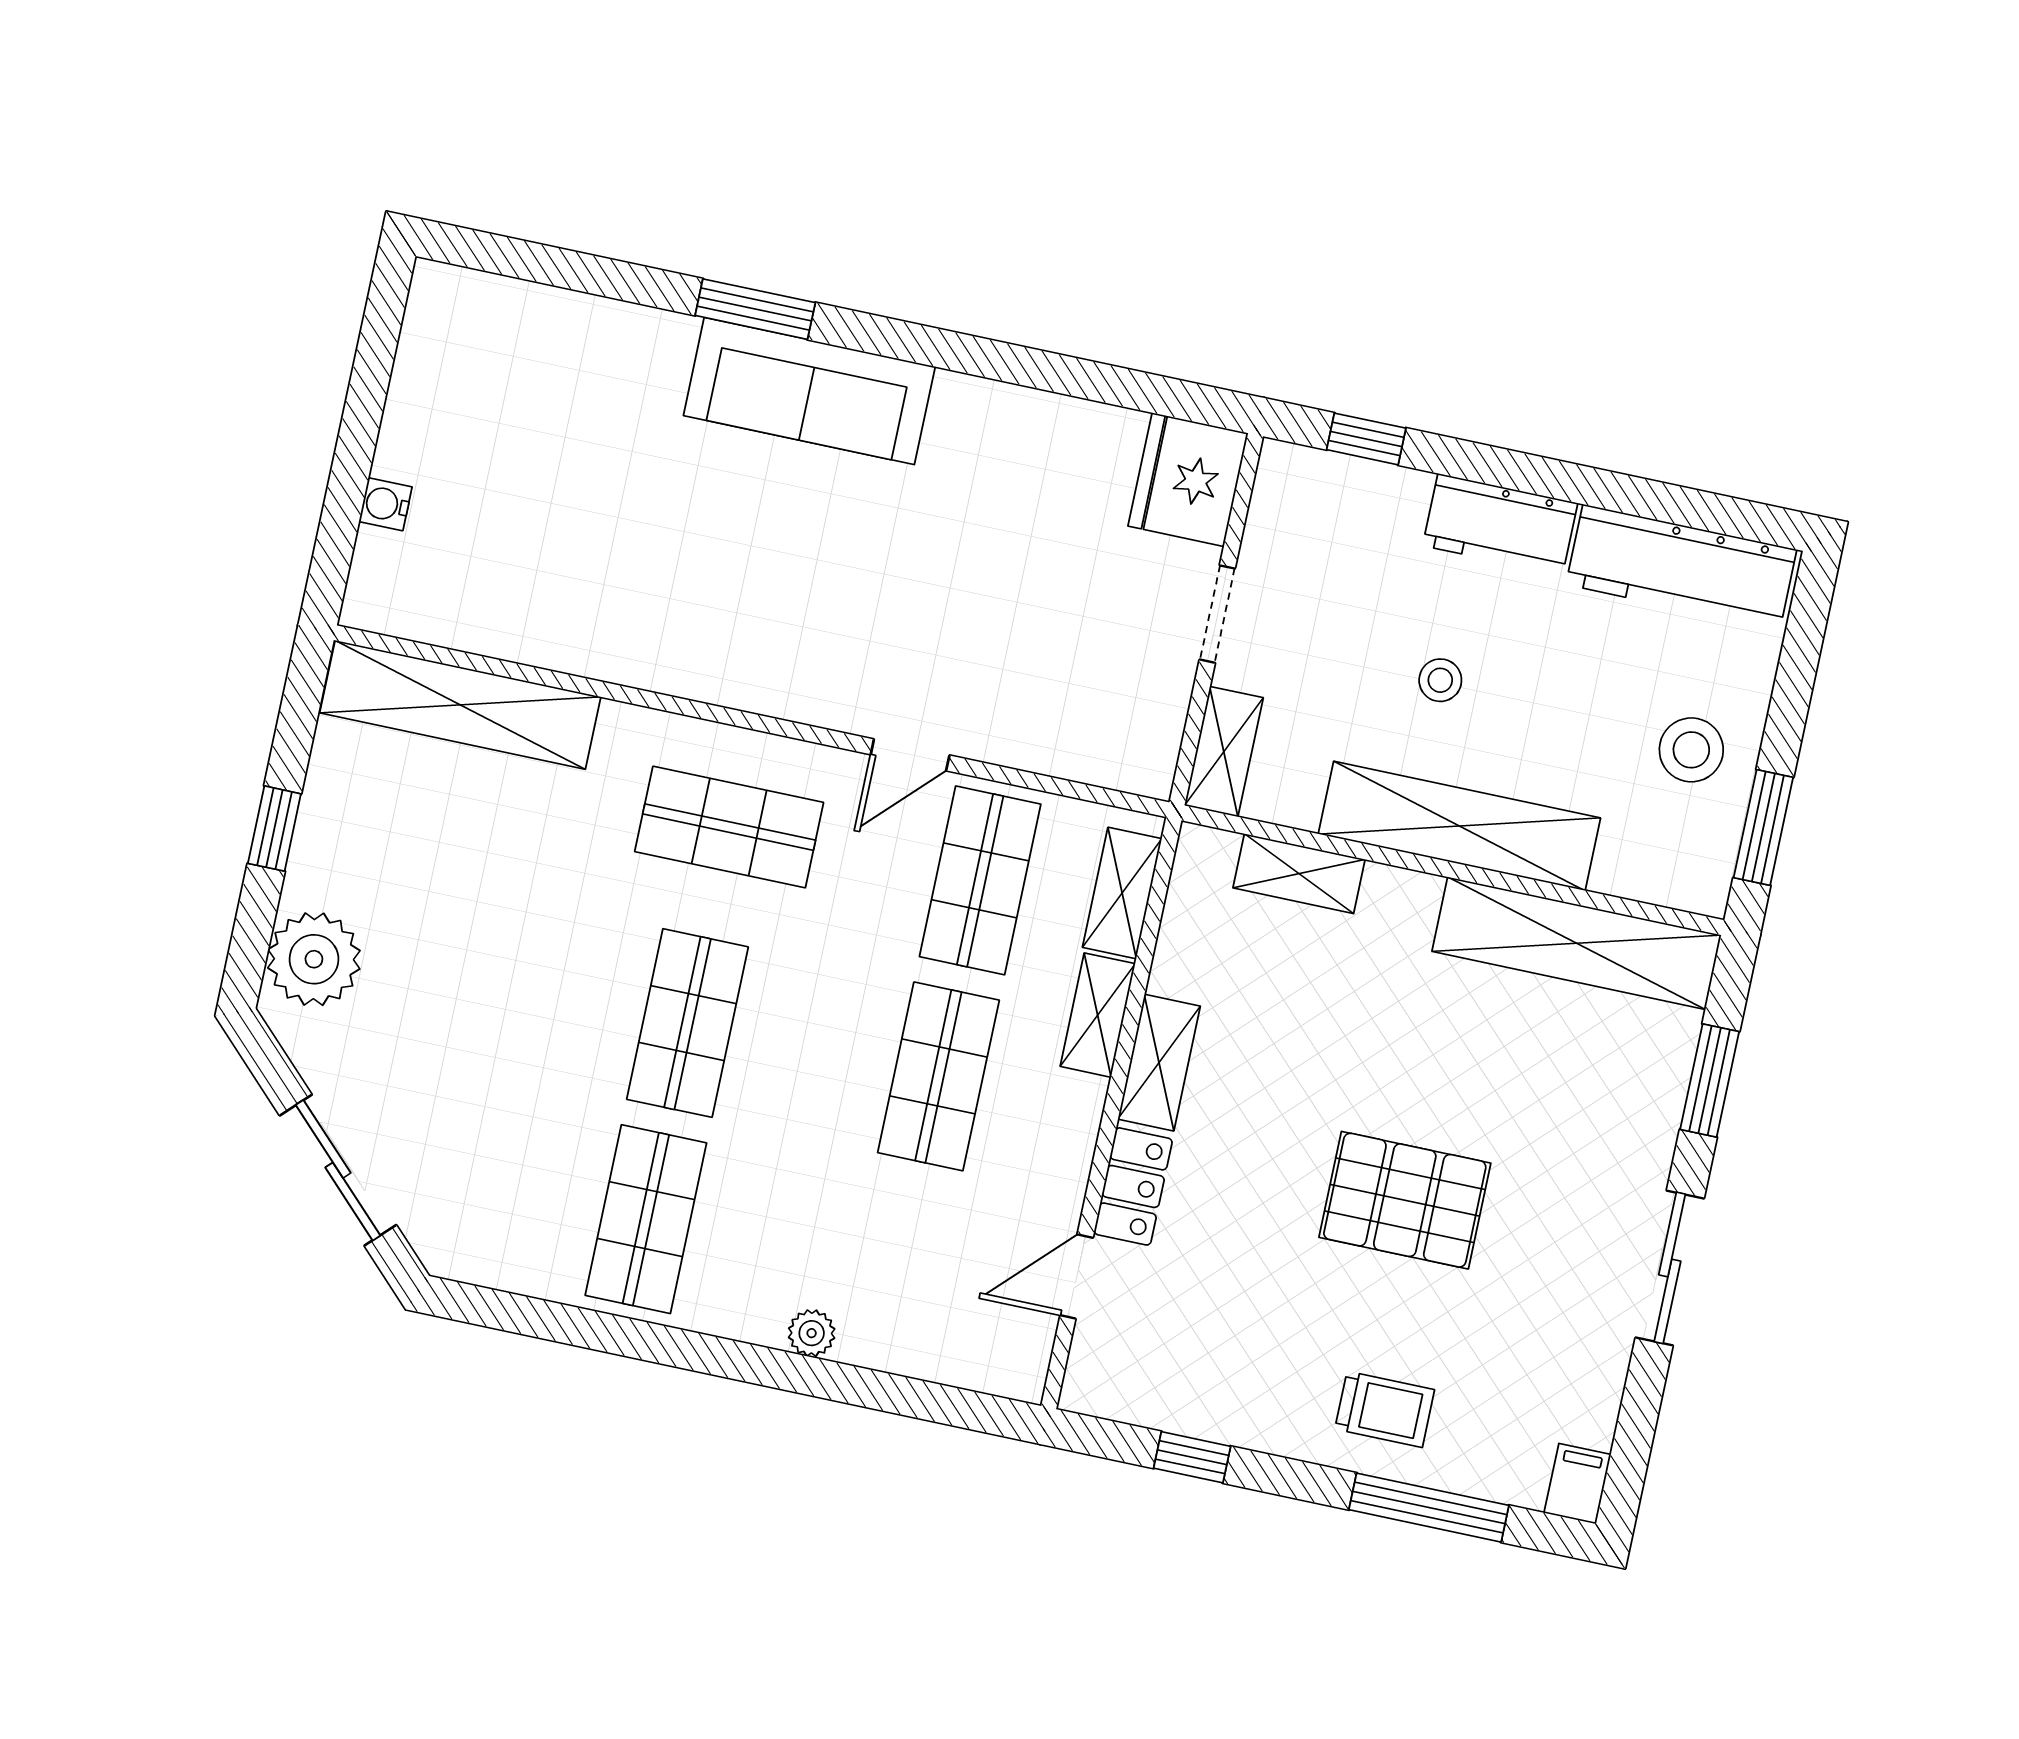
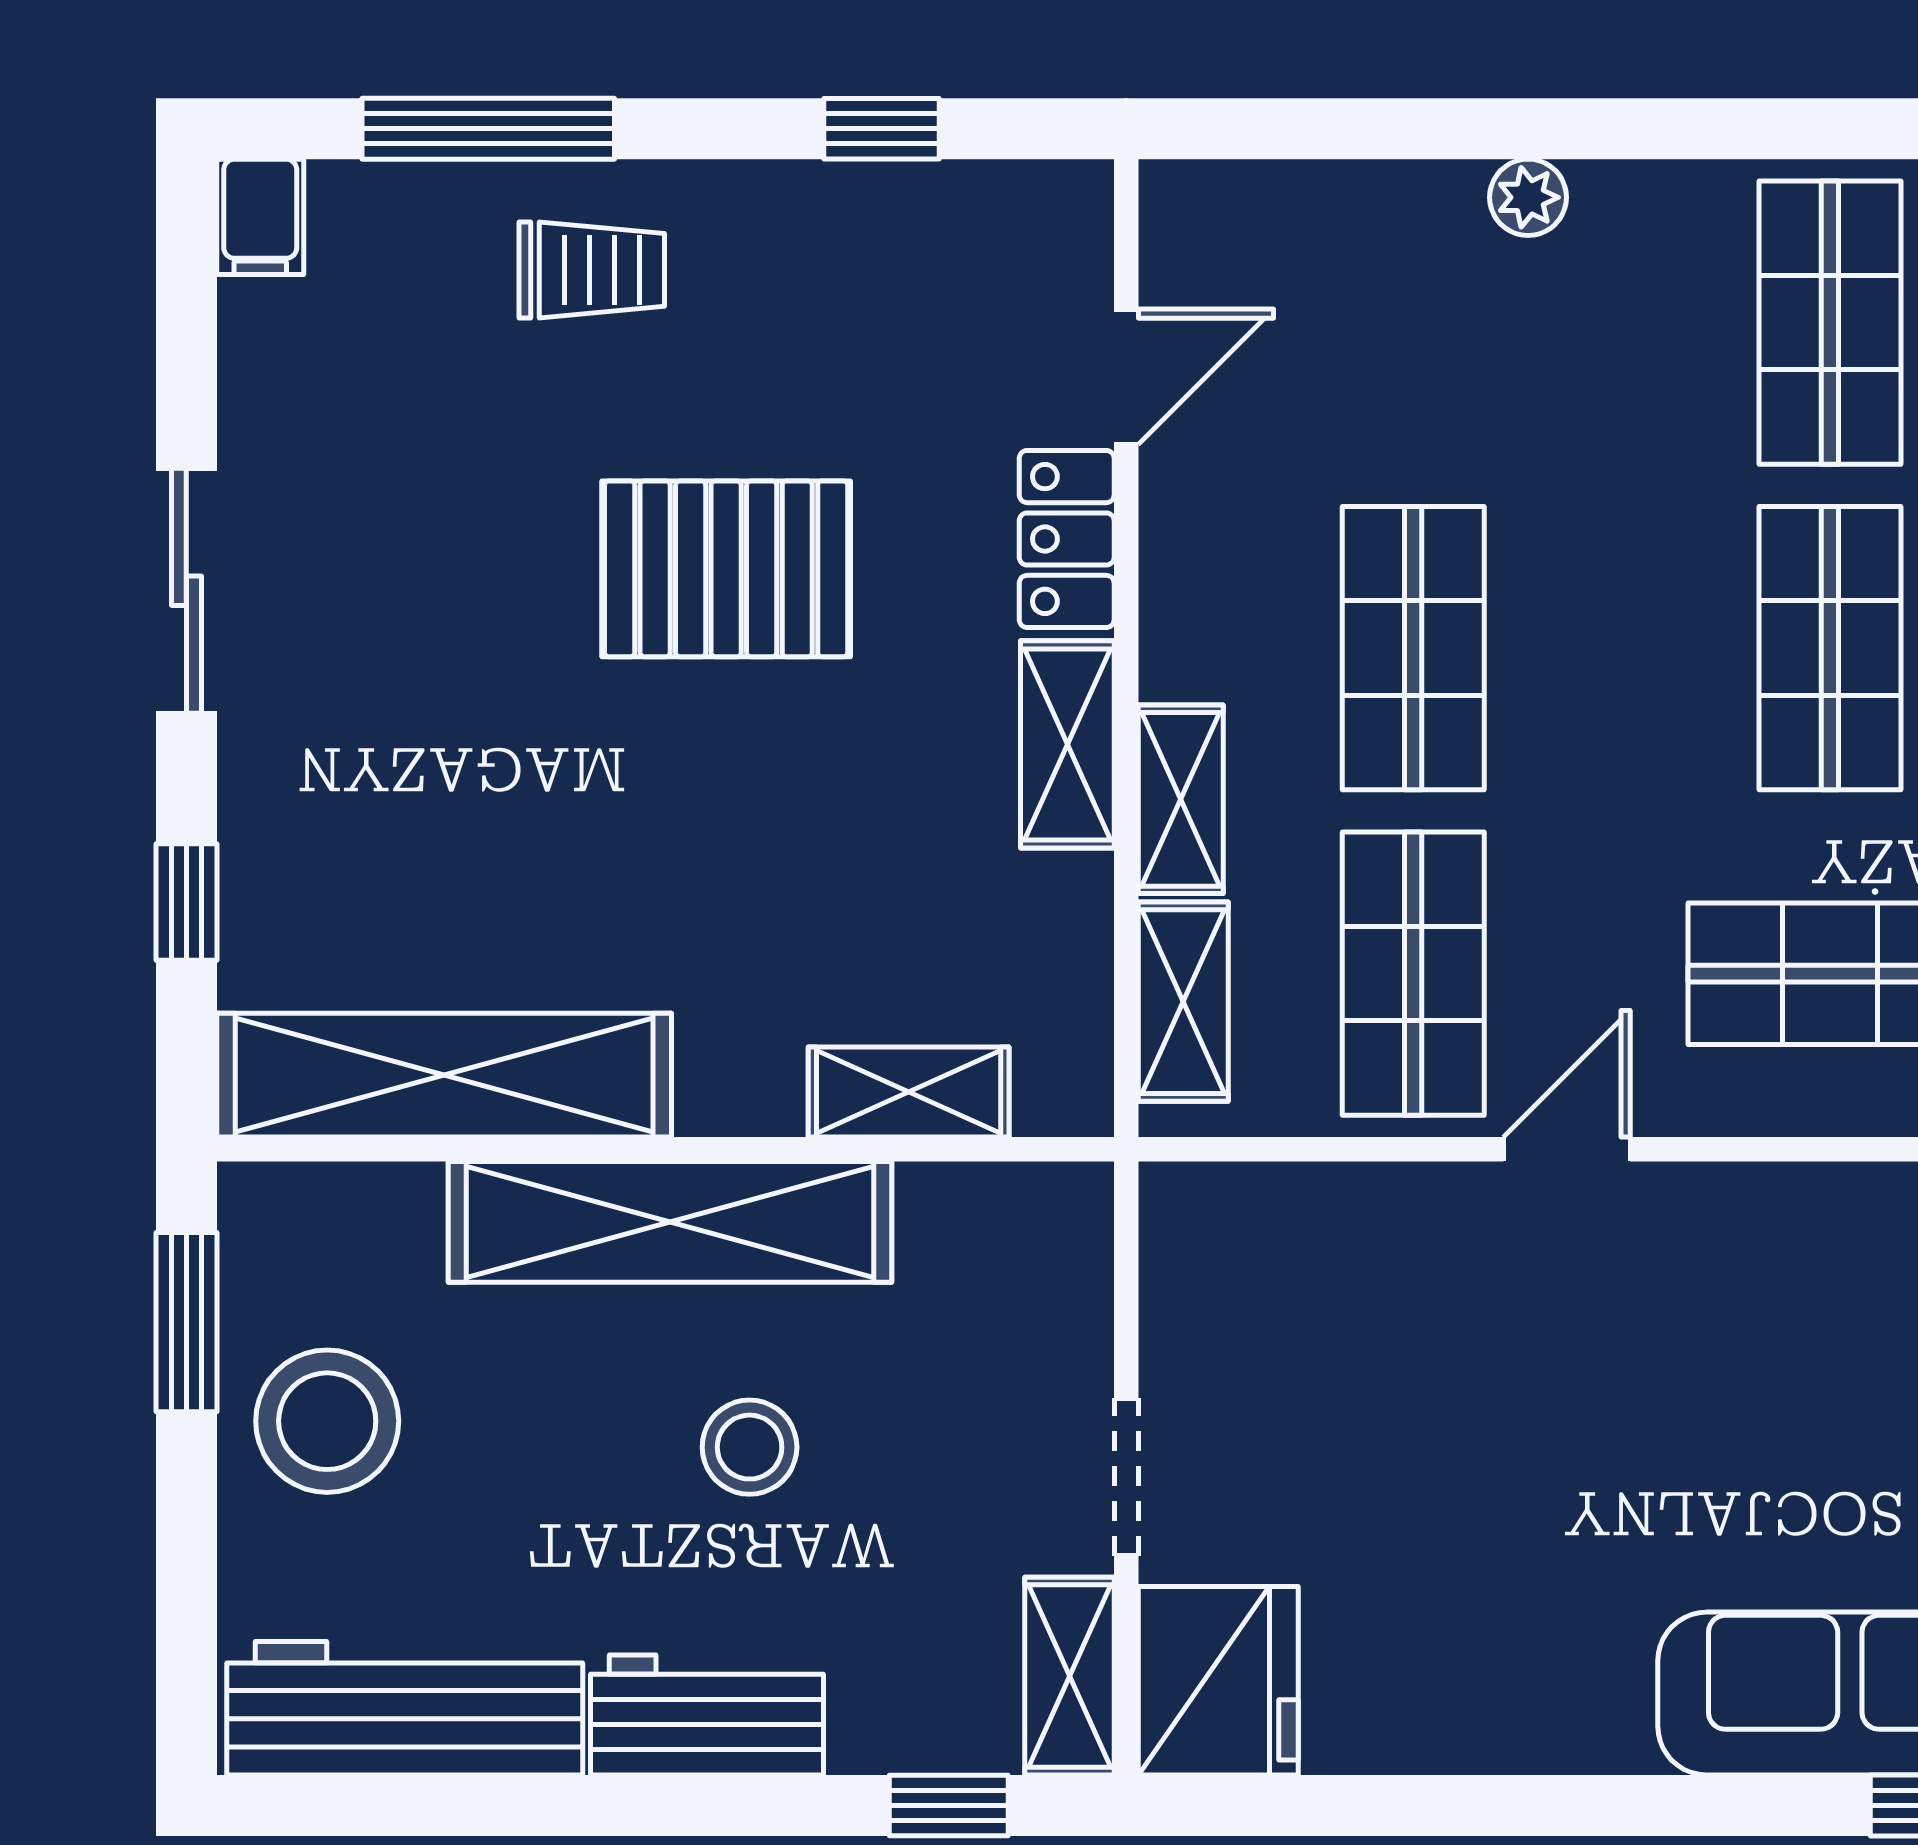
stool: (1440, 680) -> (750, 1447), width x1.37, depth x1.37
stool: (1691, 750) -> (327, 1421), width x1.38, depth x1.38
shelving: (1224, 752) -> (1069, 1676), moved
window: (1710, 1080) -> (186, 902), width x0.67
pallet: (1405, 1200) -> (726, 569), moved
trolley: (1385, 1409) -> (592, 270), turned 180

